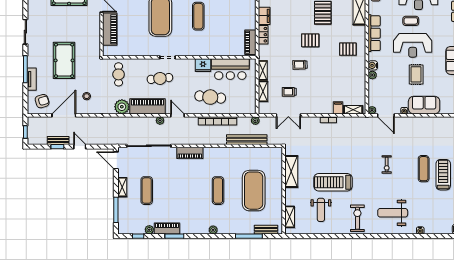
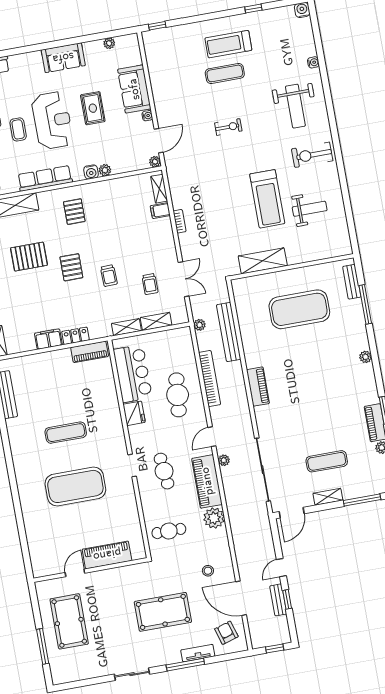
rug: (416, 74) -> (93, 108), turned 90
piano: (190, 153) -> (258, 387), moved
exercise mat: (218, 191) -> (308, 360), removed
shelving: (290, 217) -> (328, 251), removed

